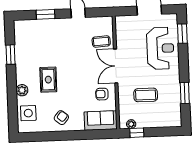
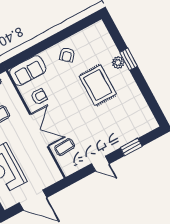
window: (10, 55) -> (129, 59), moved
rug: (48, 80) -> (98, 85), width x1.36, depth x1.43
side table: (28, 113) -> (101, 43), removed

